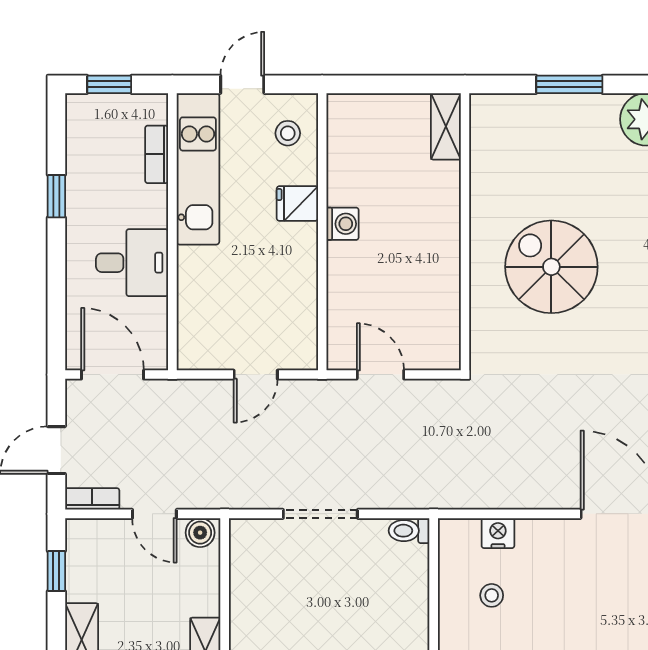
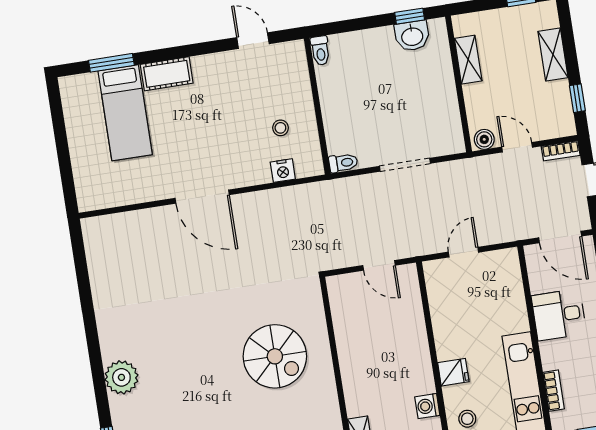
washing machine: (343, 224) -> (427, 406), moved

